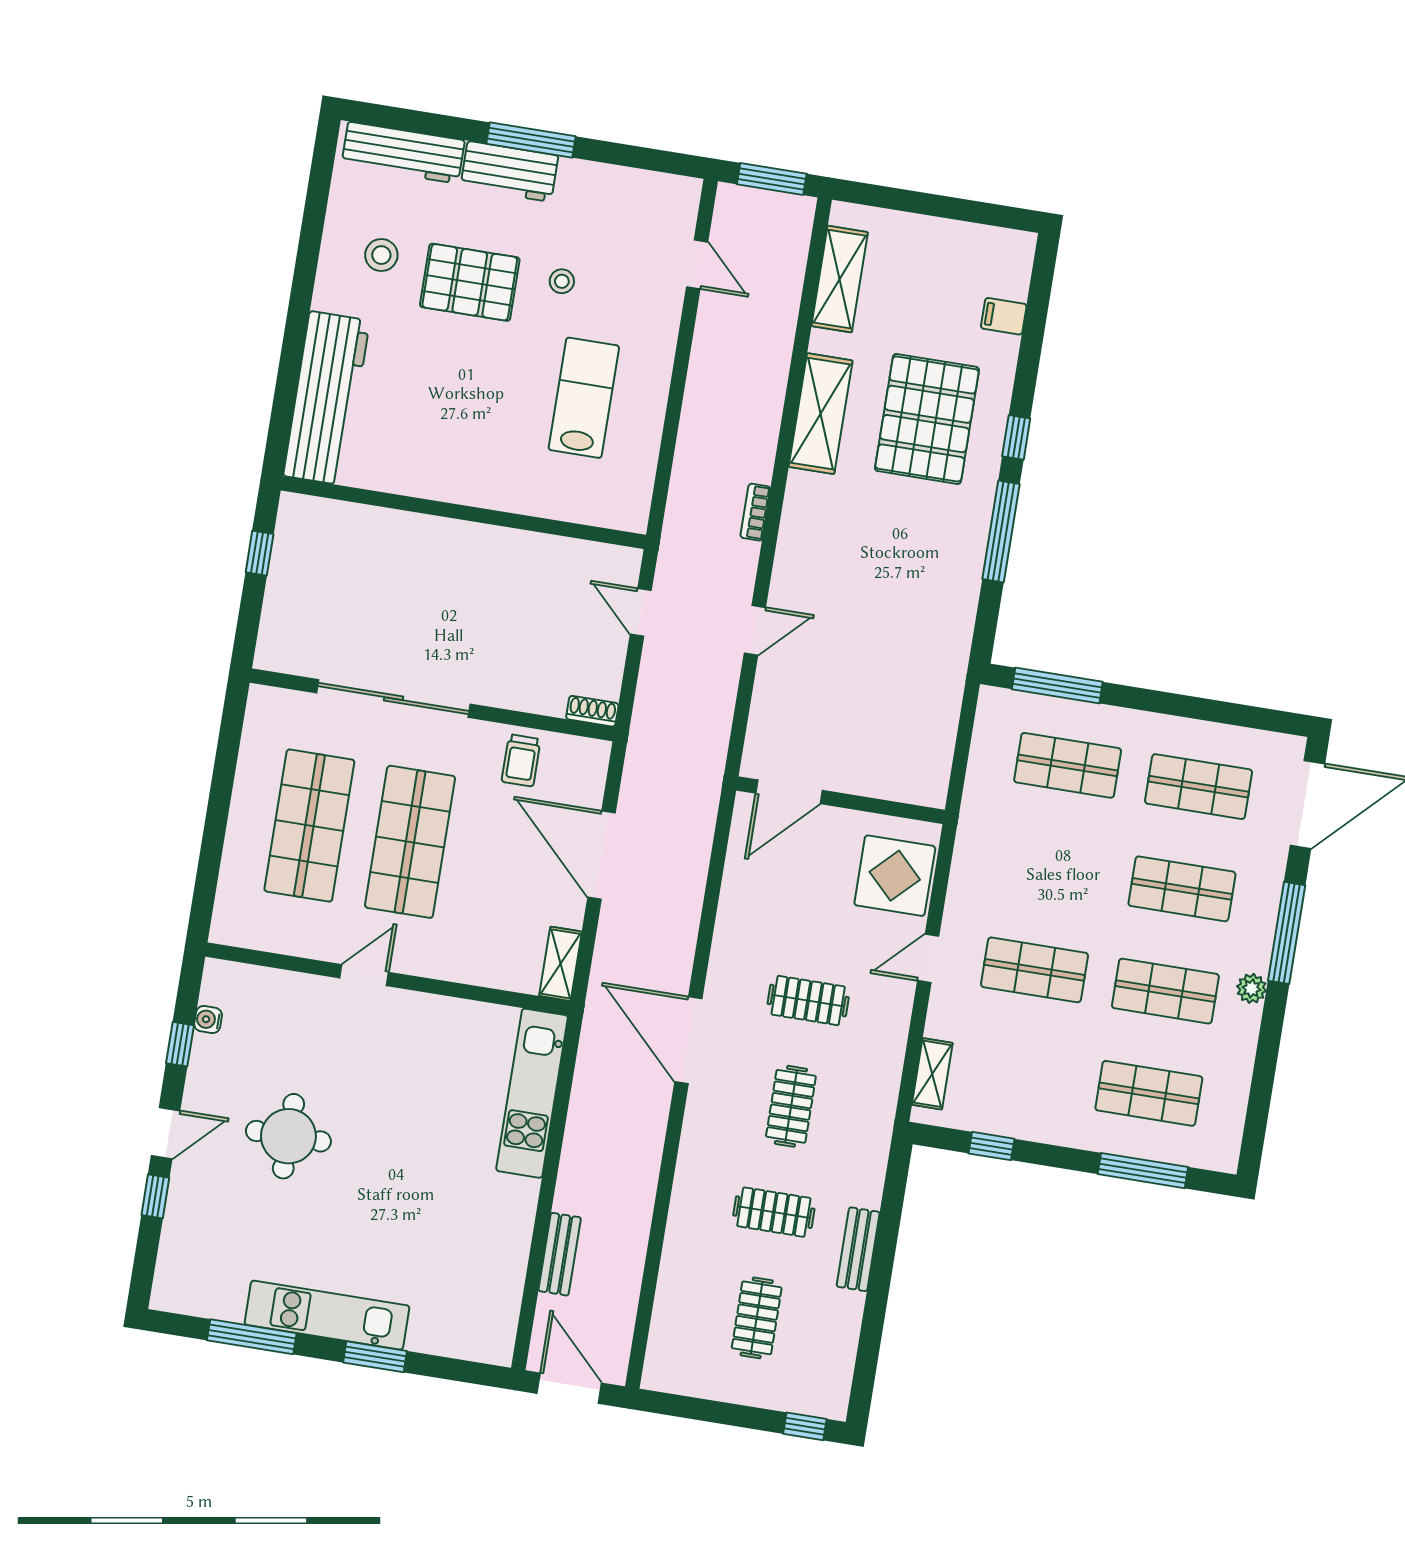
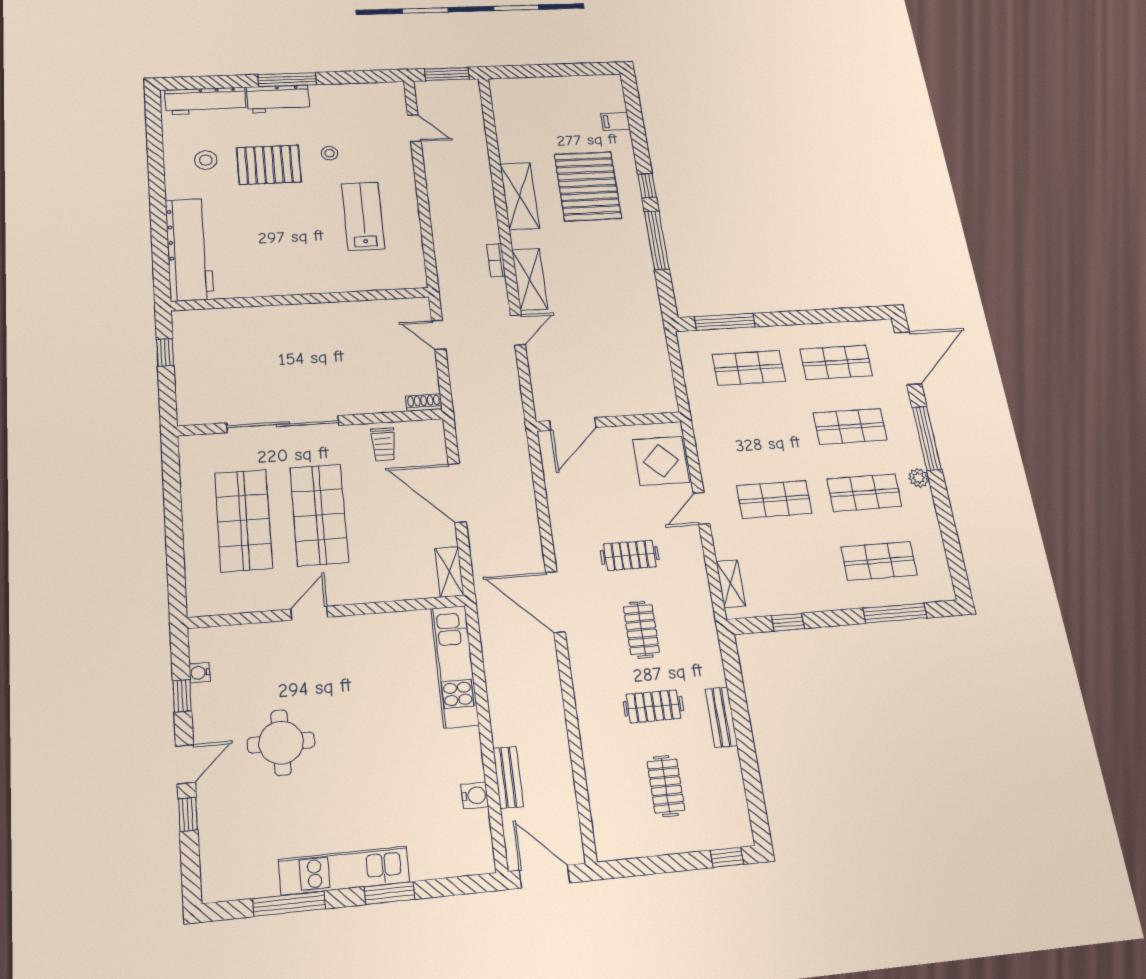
shelving: (840, 279) -> (530, 279), moved
water cooler: (511, 1266) -> (475, 795), added

